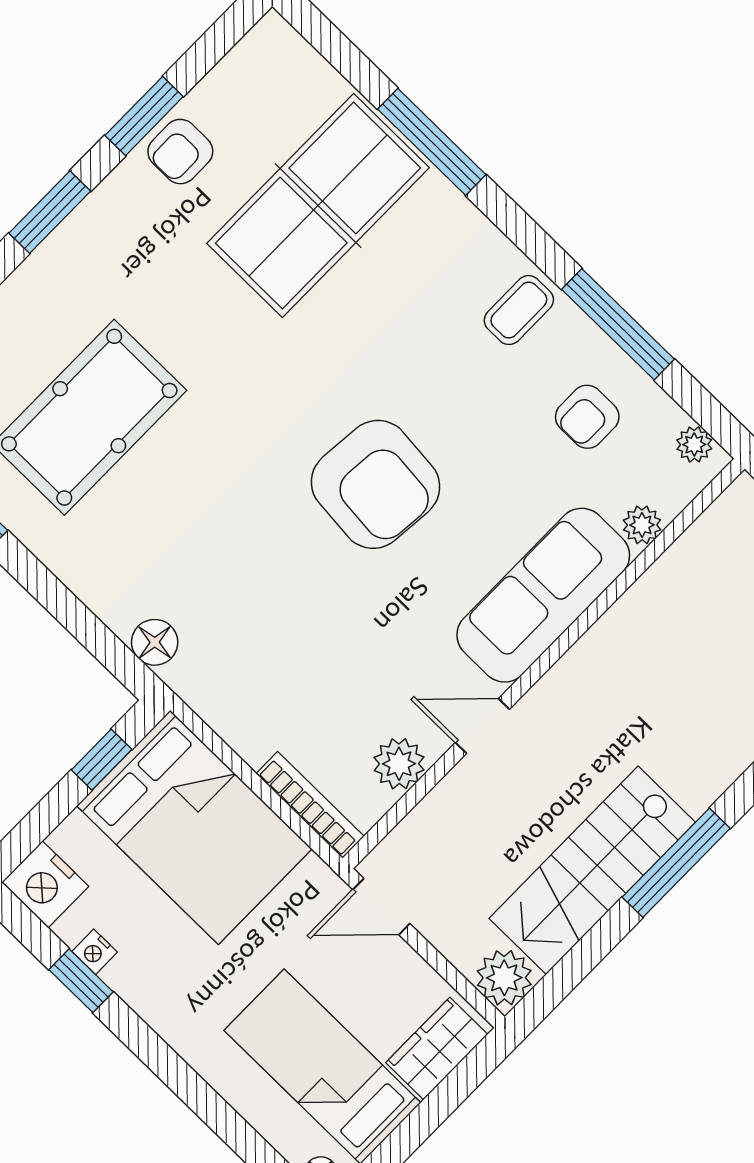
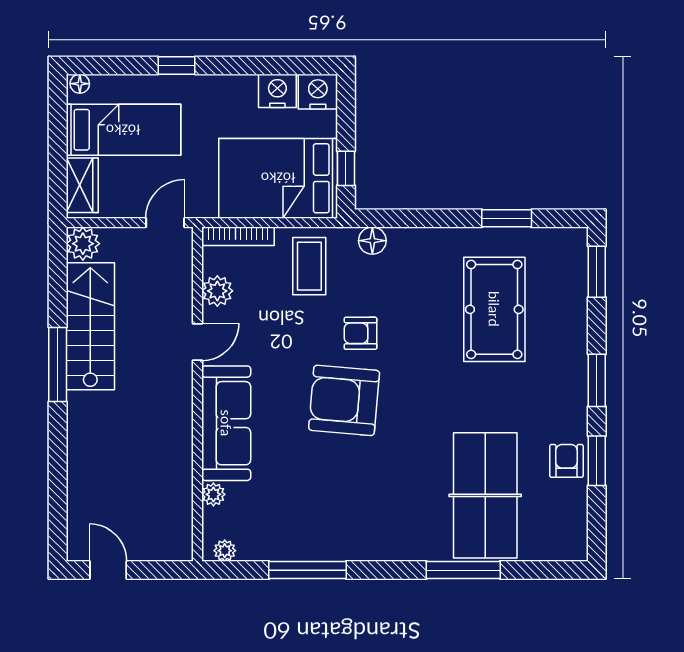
coffee table: (519, 310) -> (309, 266), moved, width x1.36, depth x1.30
armchair: (587, 417) -> (360, 333), moved, turned -90
nightstand: (95, 952) -> (277, 91), width x1.89, depth x1.79
window: (81, 981) -> (177, 65), moved

